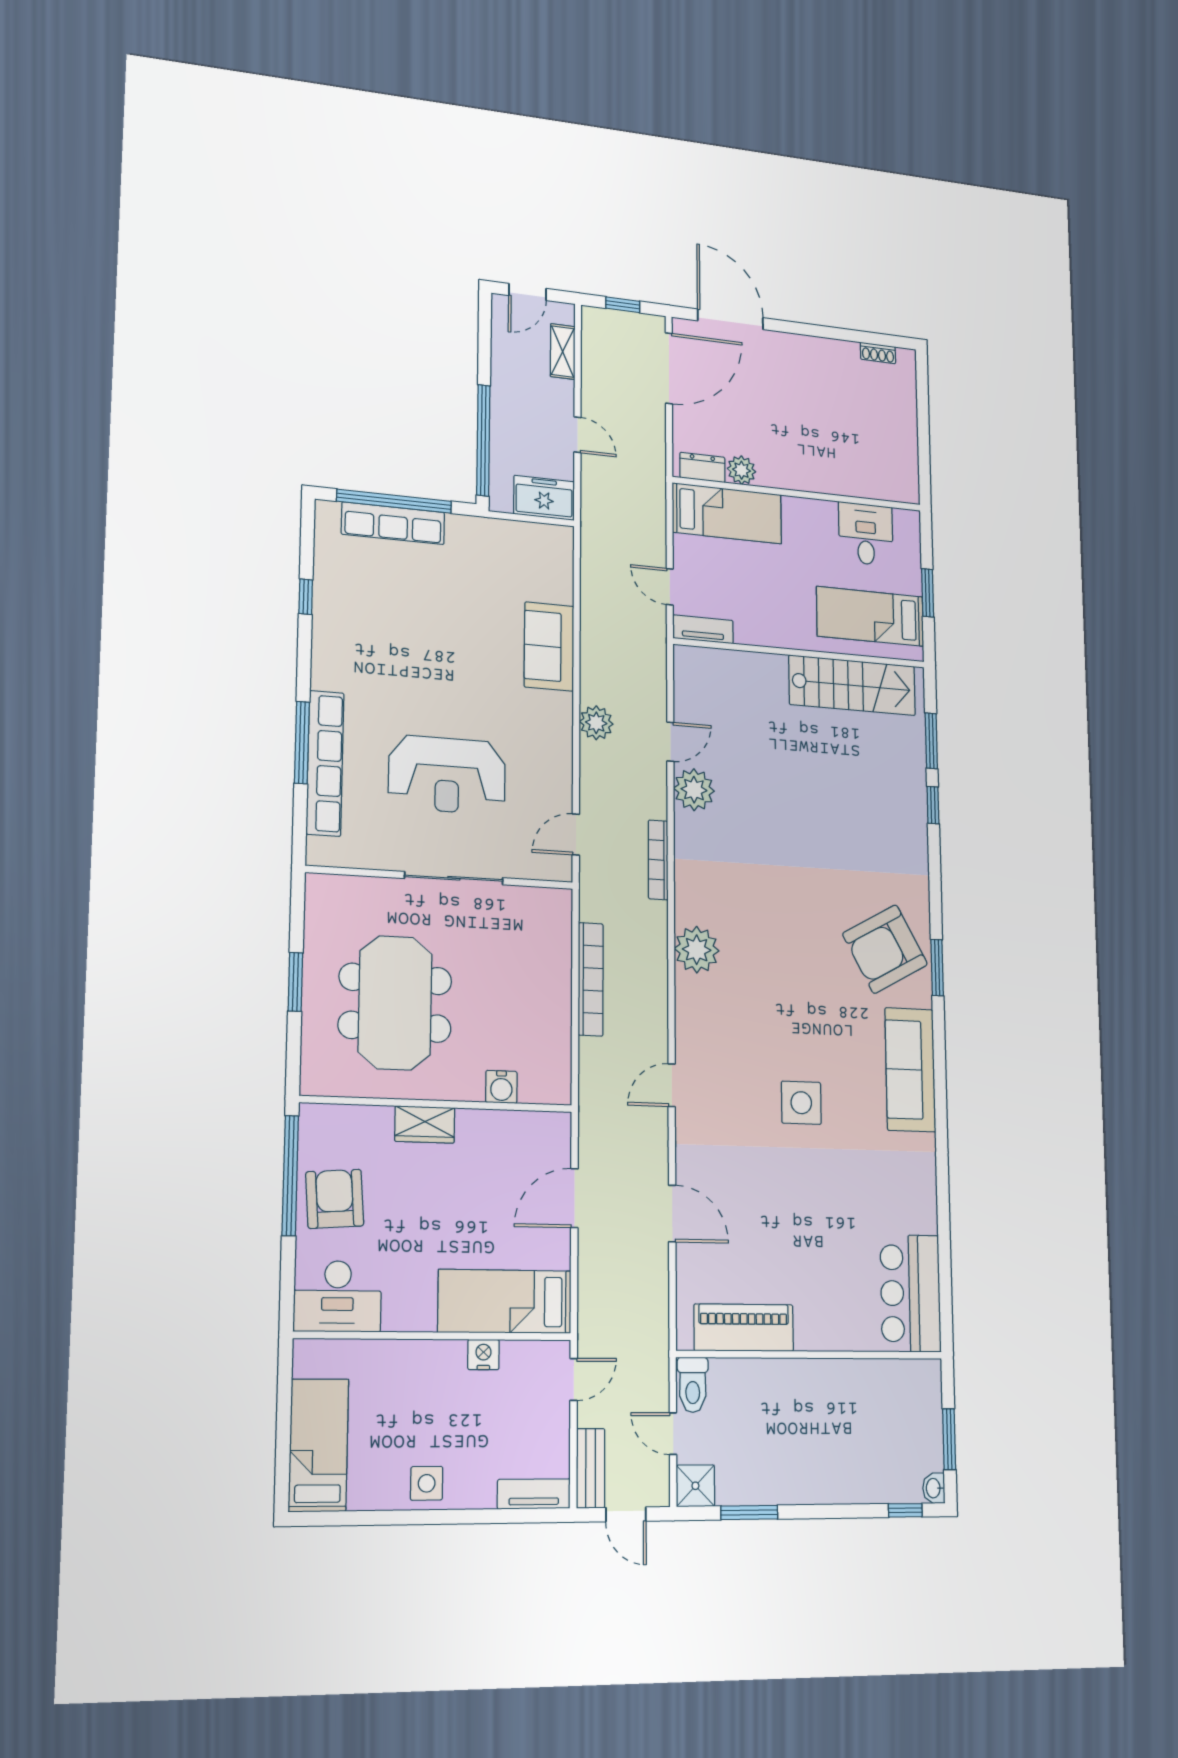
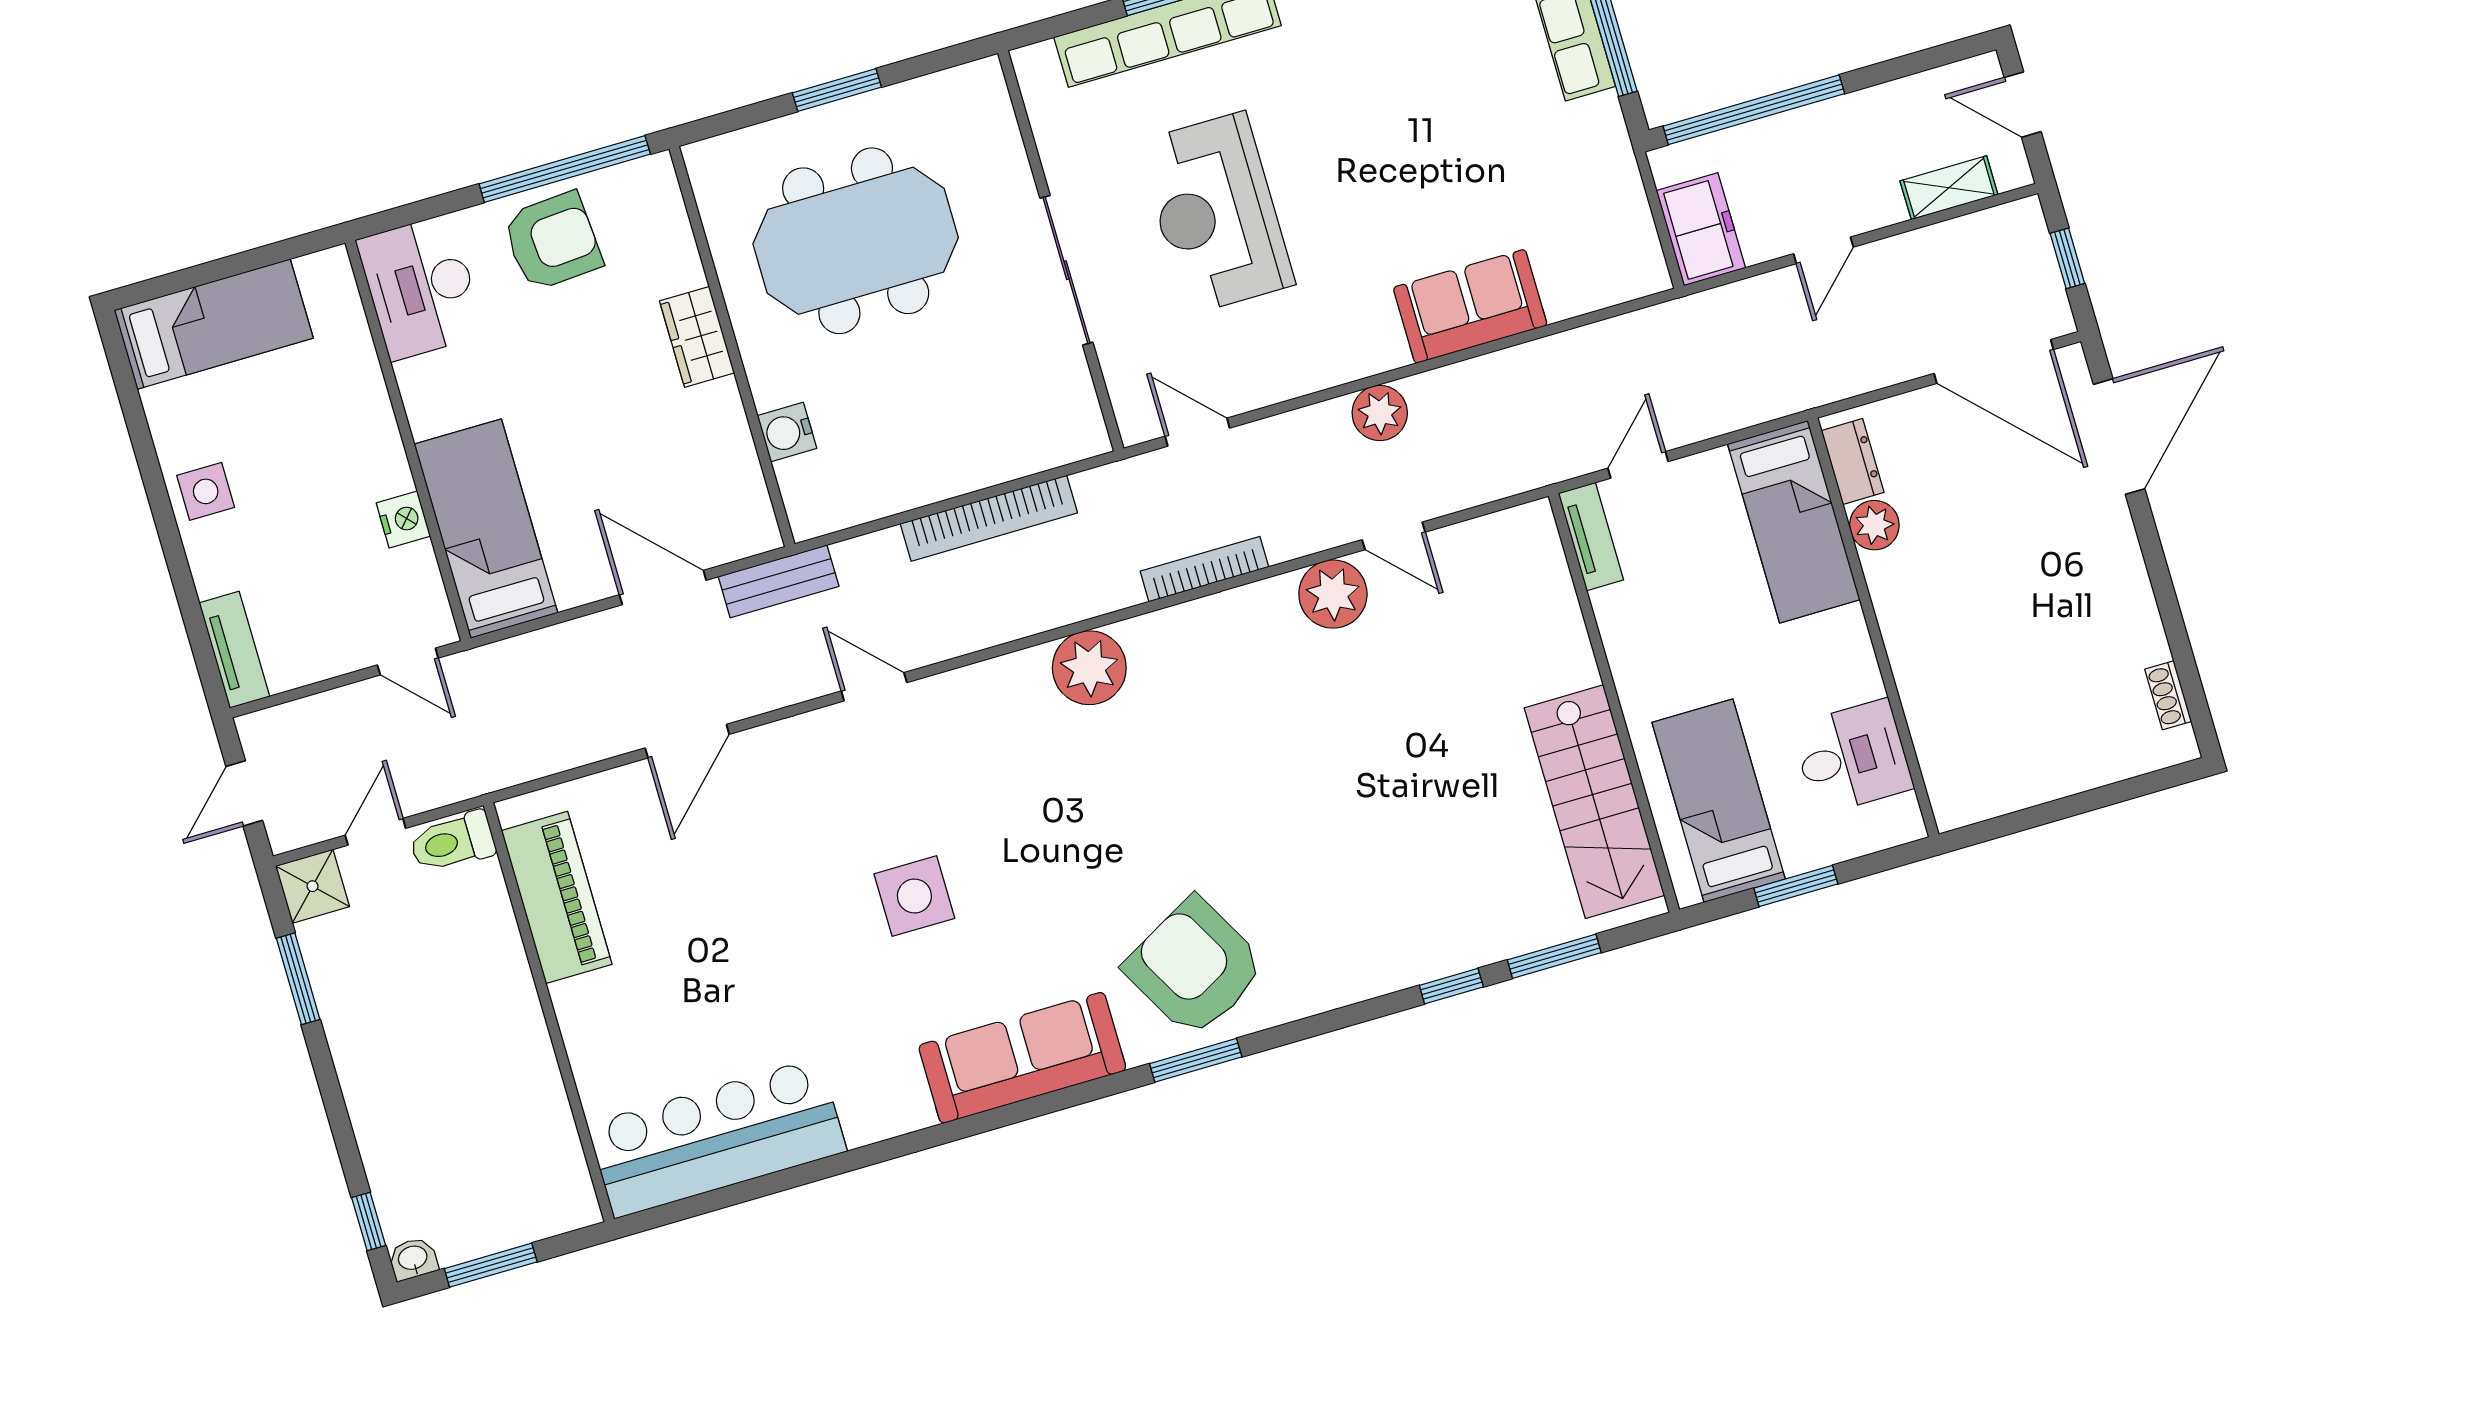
bar counter: (911, 1293) -> (717, 1138), width x1.36
bench: (591, 1468) -> (779, 581), moved

